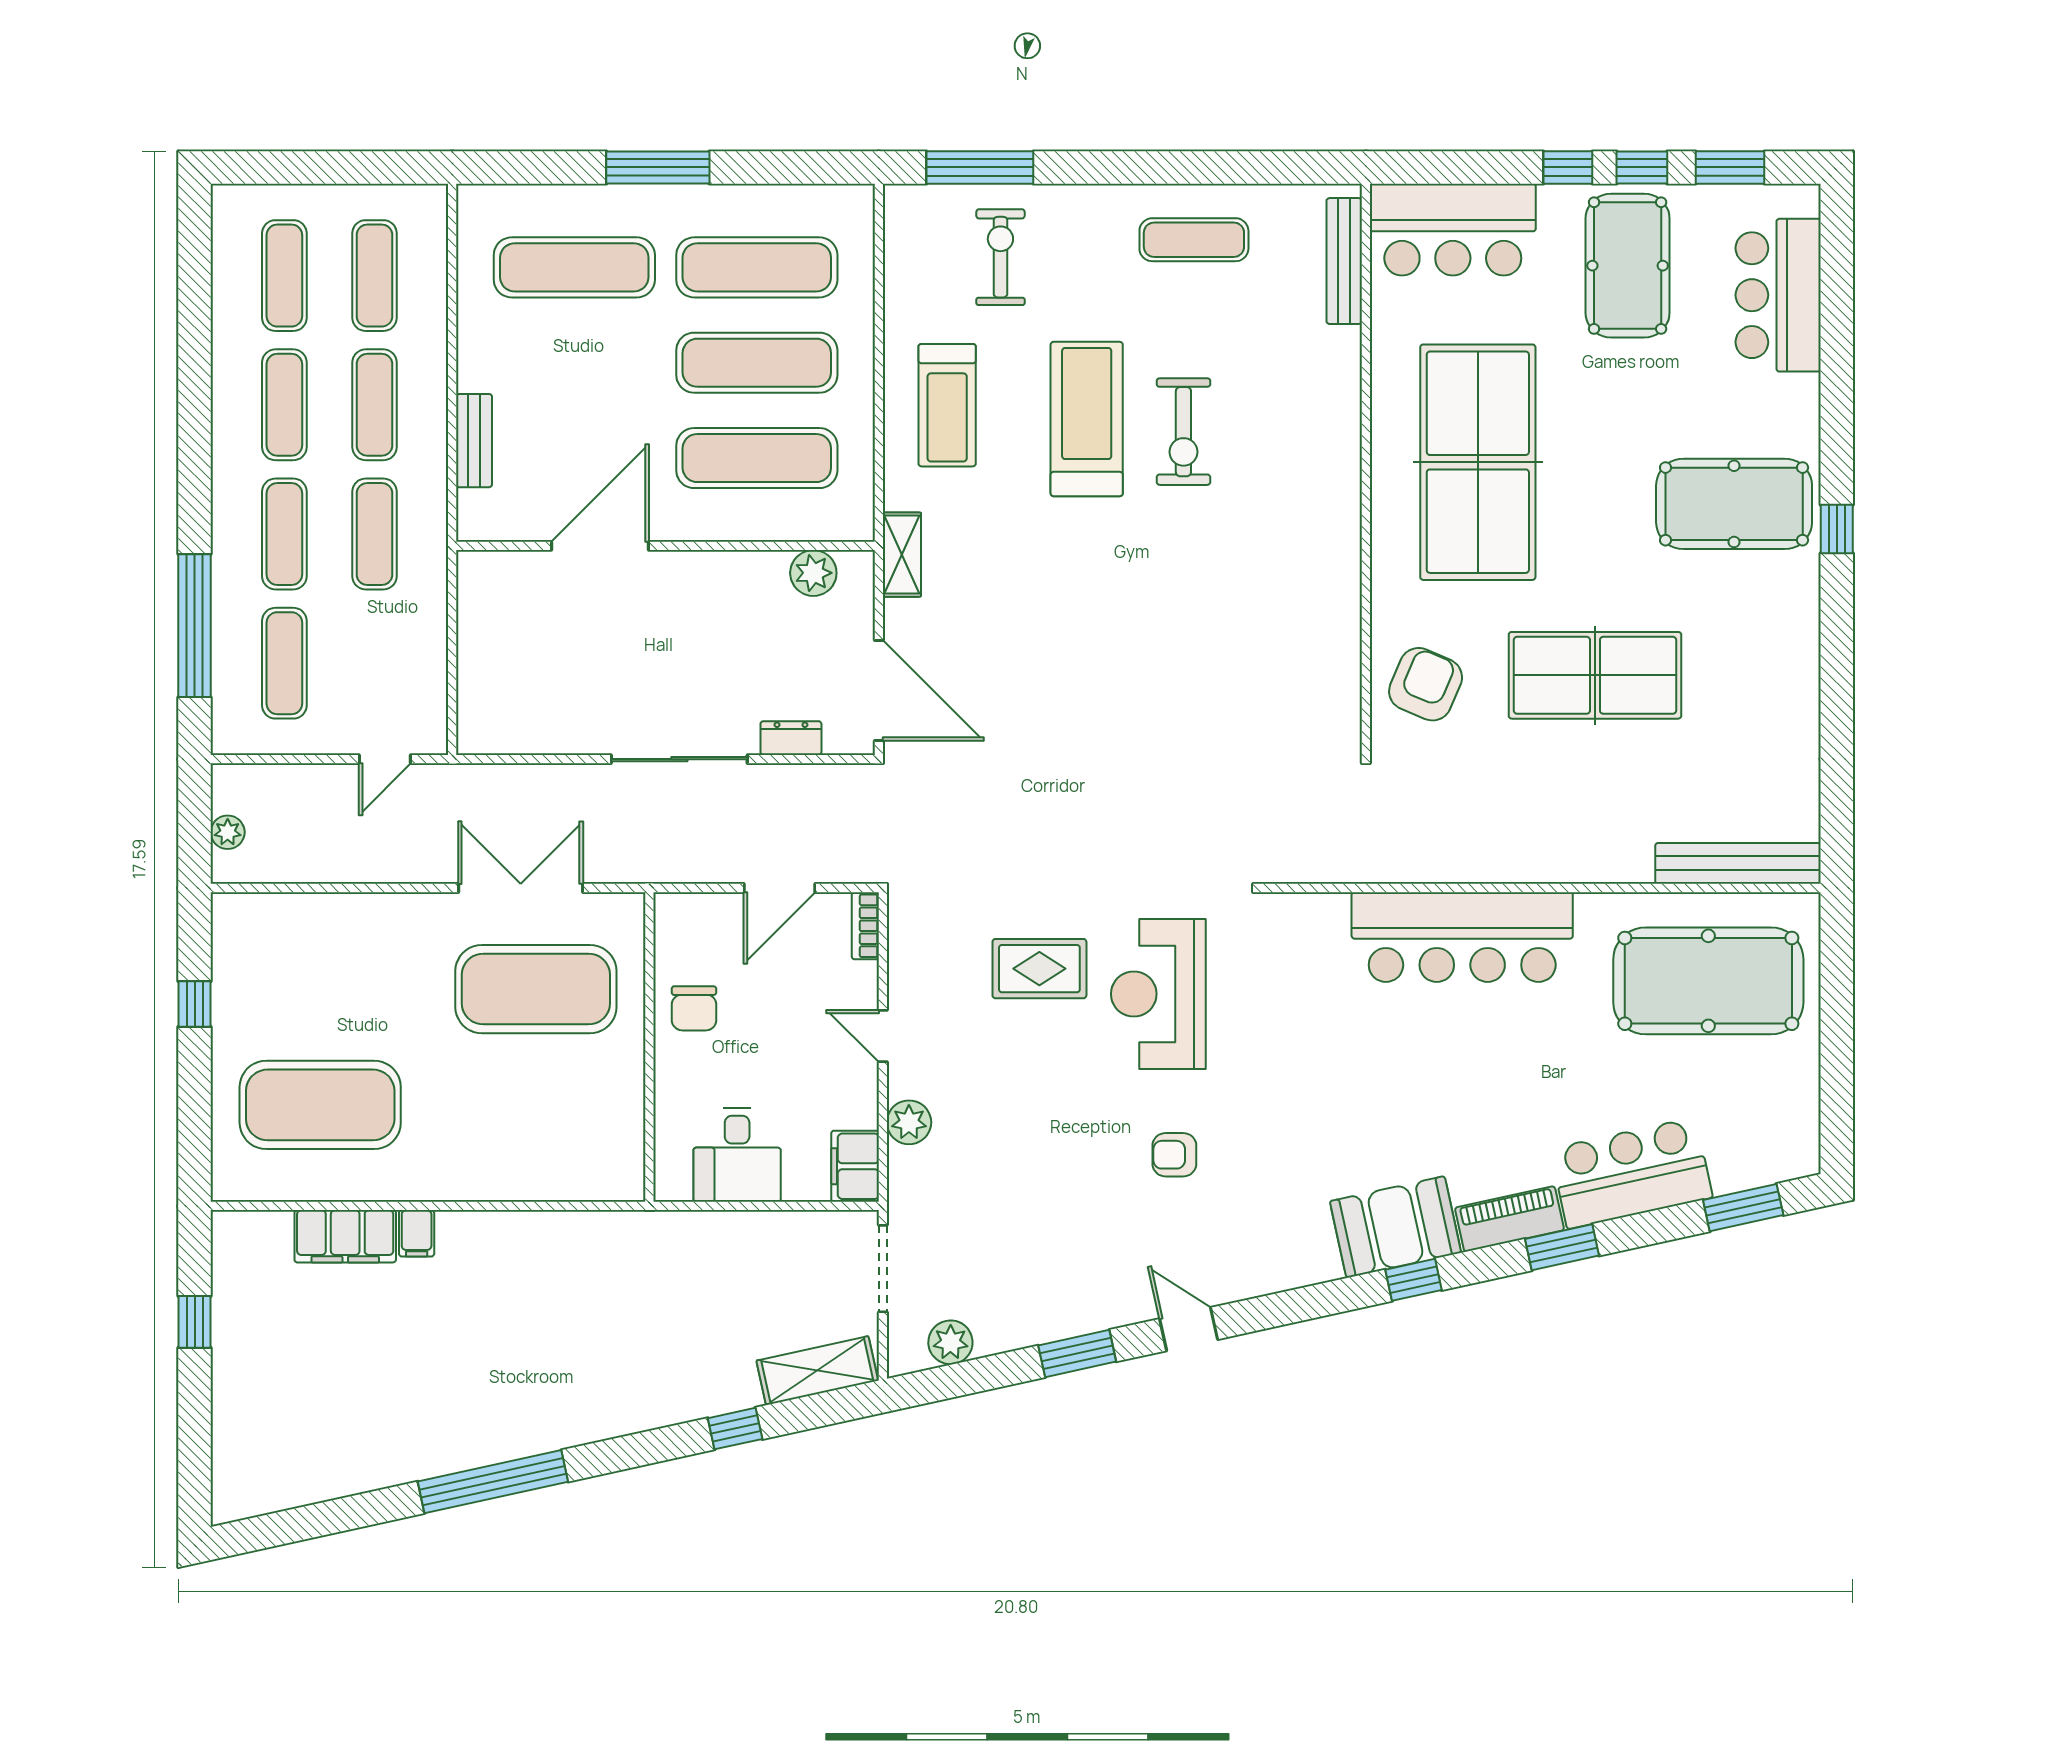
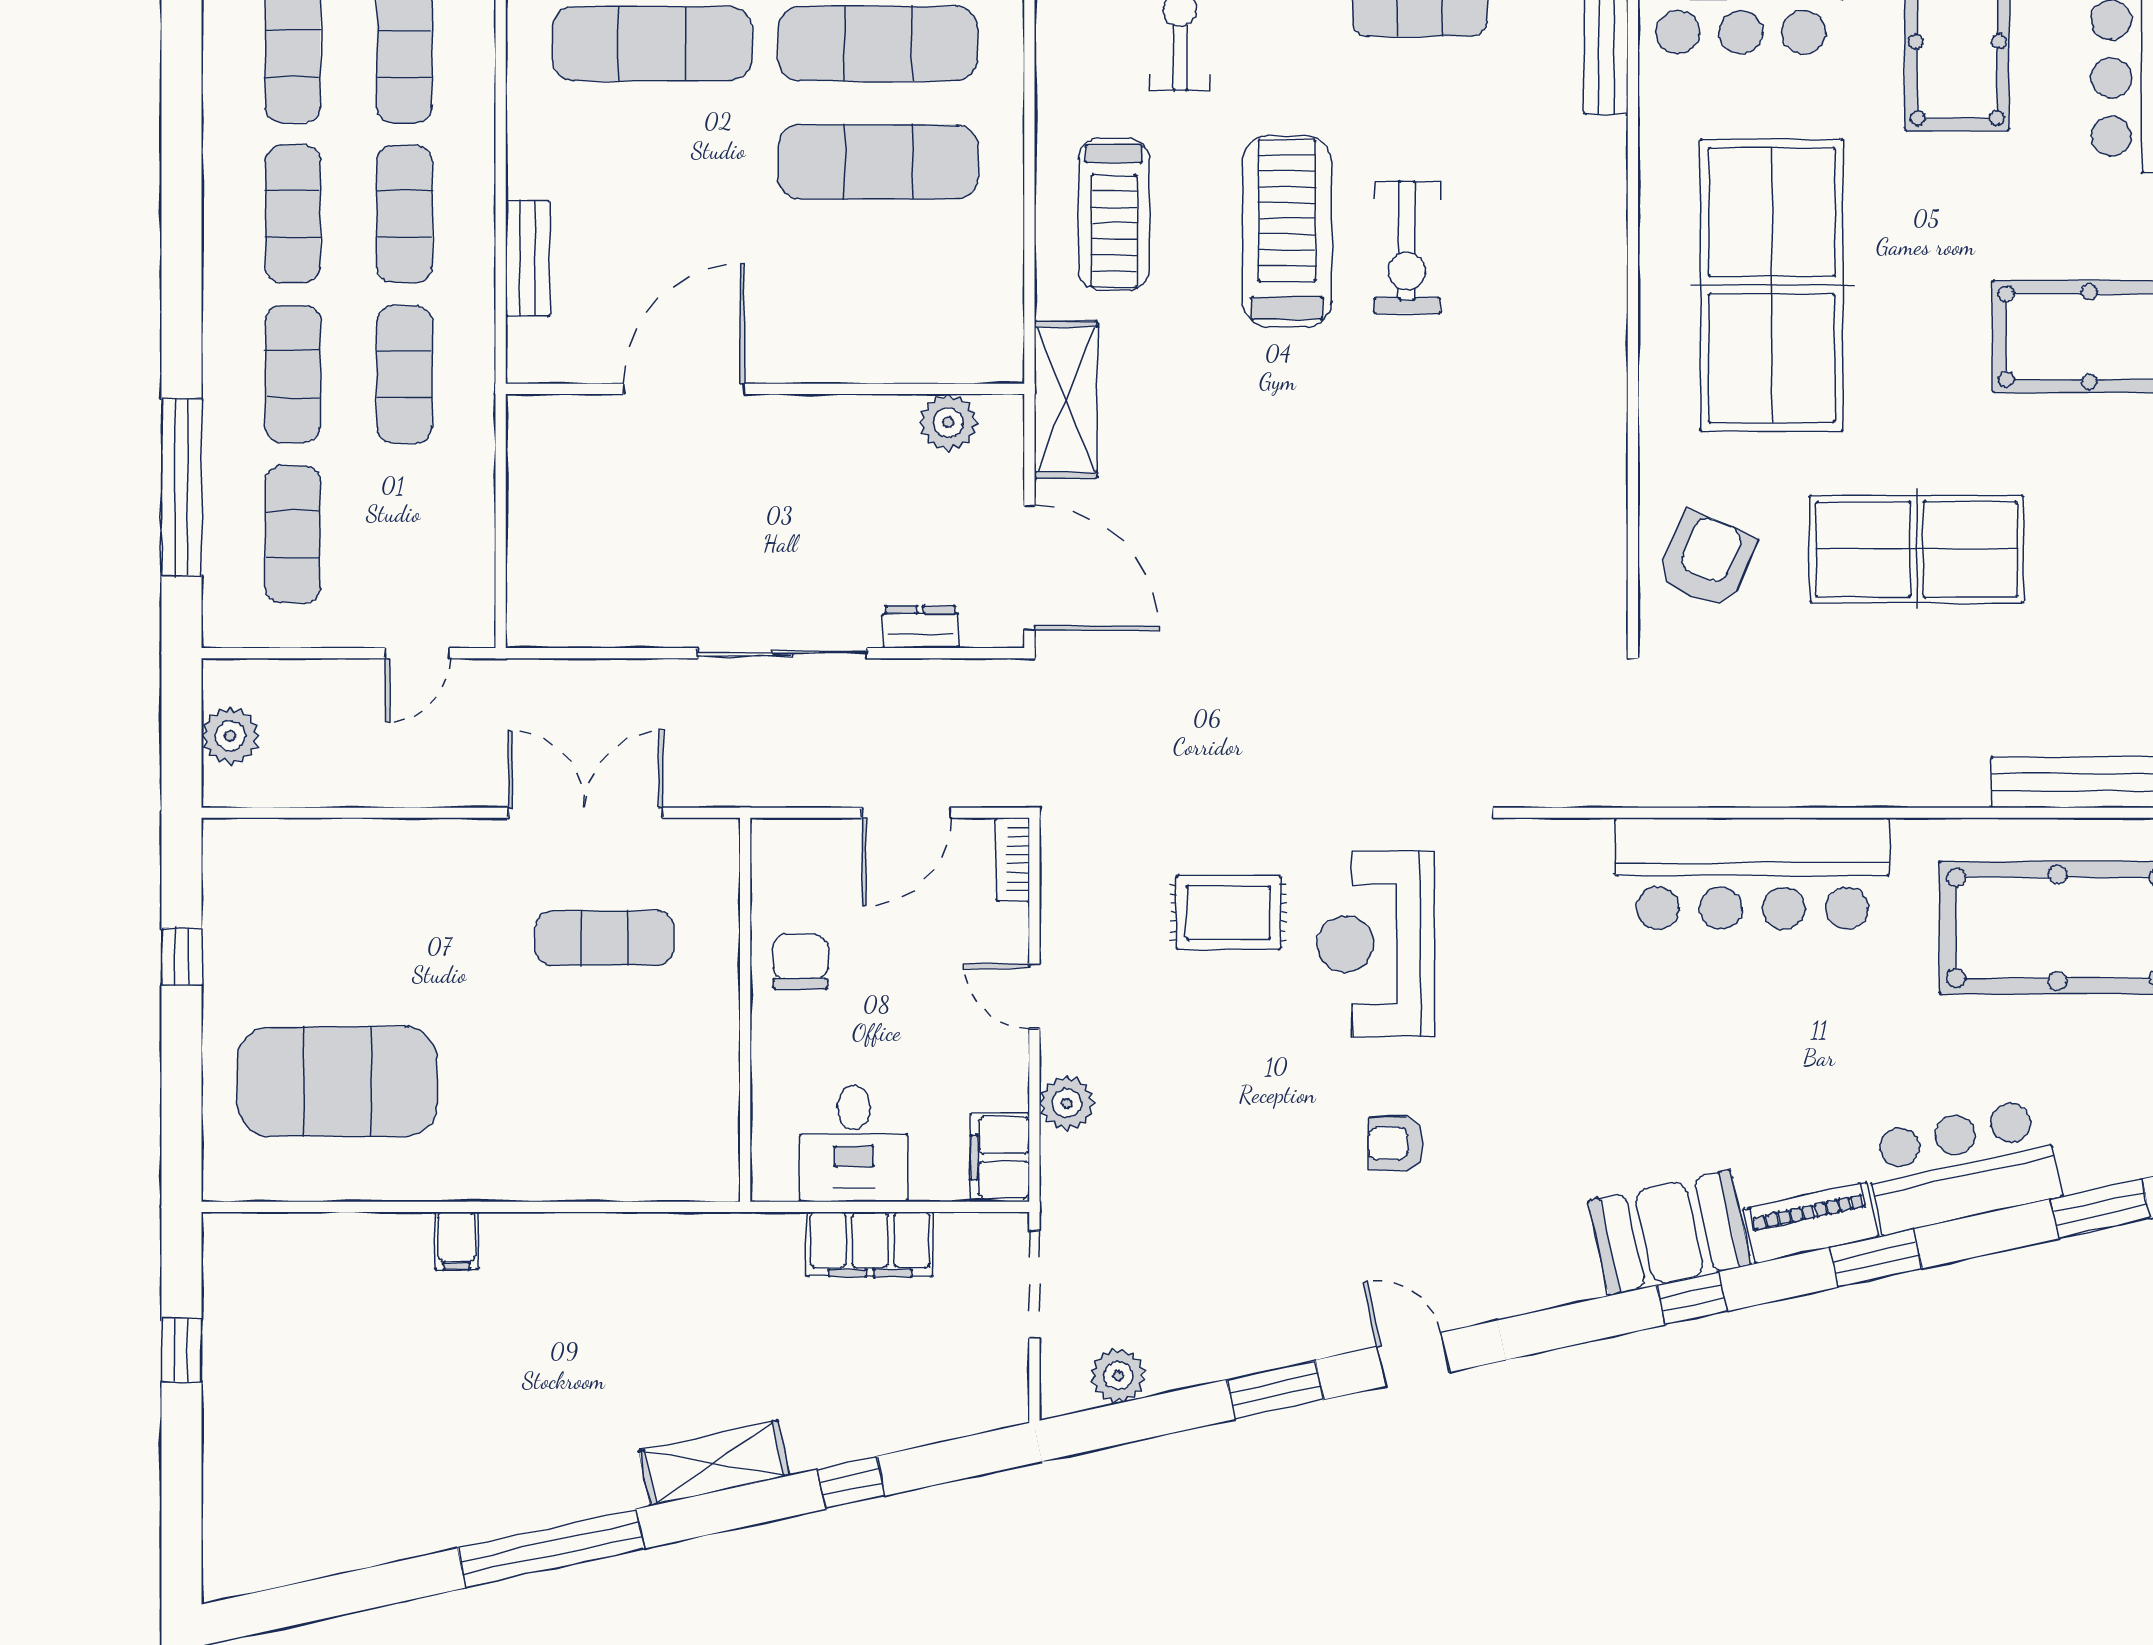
exercise mat: (757, 458) -> (878, 280), removed
shelving: (902, 555) -> (1066, 400), width x1.50, depth x1.33
plant: (228, 832) -> (230, 736), width x1.38, depth x1.38
exercise mat: (536, 989) -> (604, 938), width x0.50, depth x0.69
chair: (694, 1008) -> (800, 962), turned 180
filing cabinet: (345, 1236) -> (870, 1244), moved
shelving: (817, 1371) -> (714, 1463), moved

